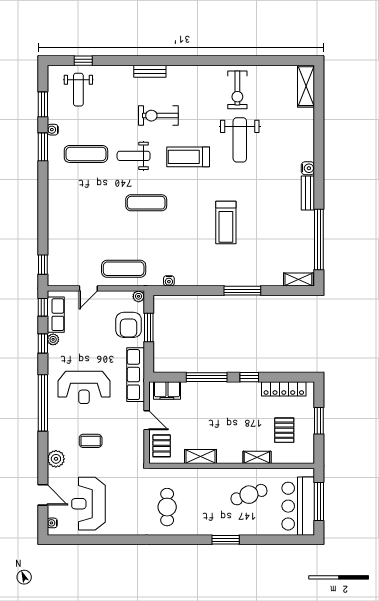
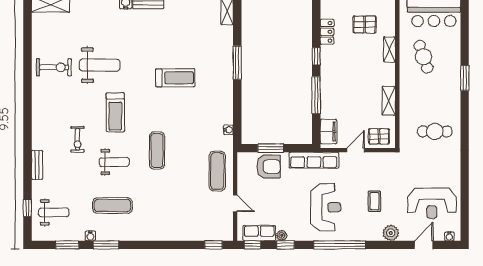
bench: (150, 71) -> (37, 165), moved
exercise bike: (158, 116) -> (77, 139), width x0.73, depth x0.72
exercise mat: (86, 154) -> (112, 205), turned 90
weight bench: (134, 156) -> (114, 162), turned -90
plant: (139, 296) -> (242, 158), removed
locker: (284, 389) -> (327, 32), width x0.66

